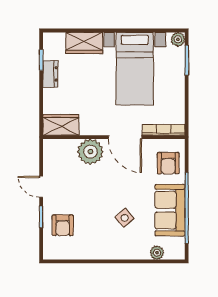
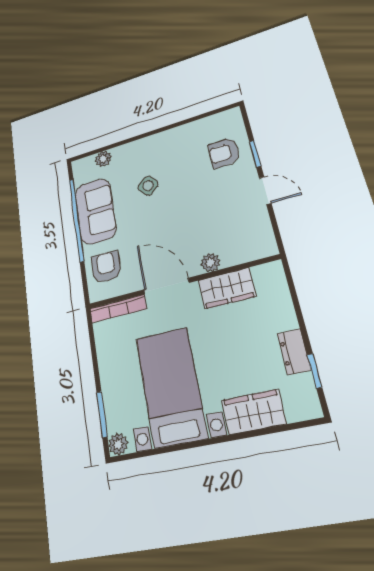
wardrobe: (61, 125) -> (227, 288), moved
plant: (90, 152) -> (210, 262), width x0.53, depth x0.53
armchair: (63, 225) -> (224, 153), turned -90

